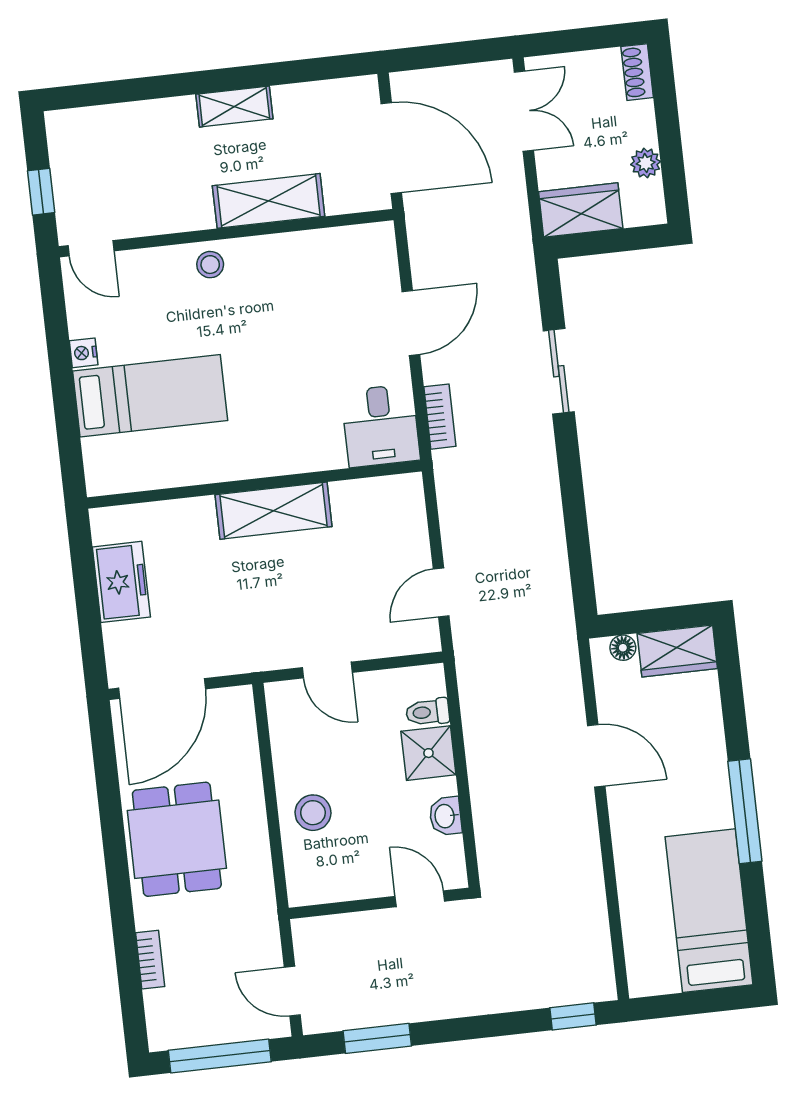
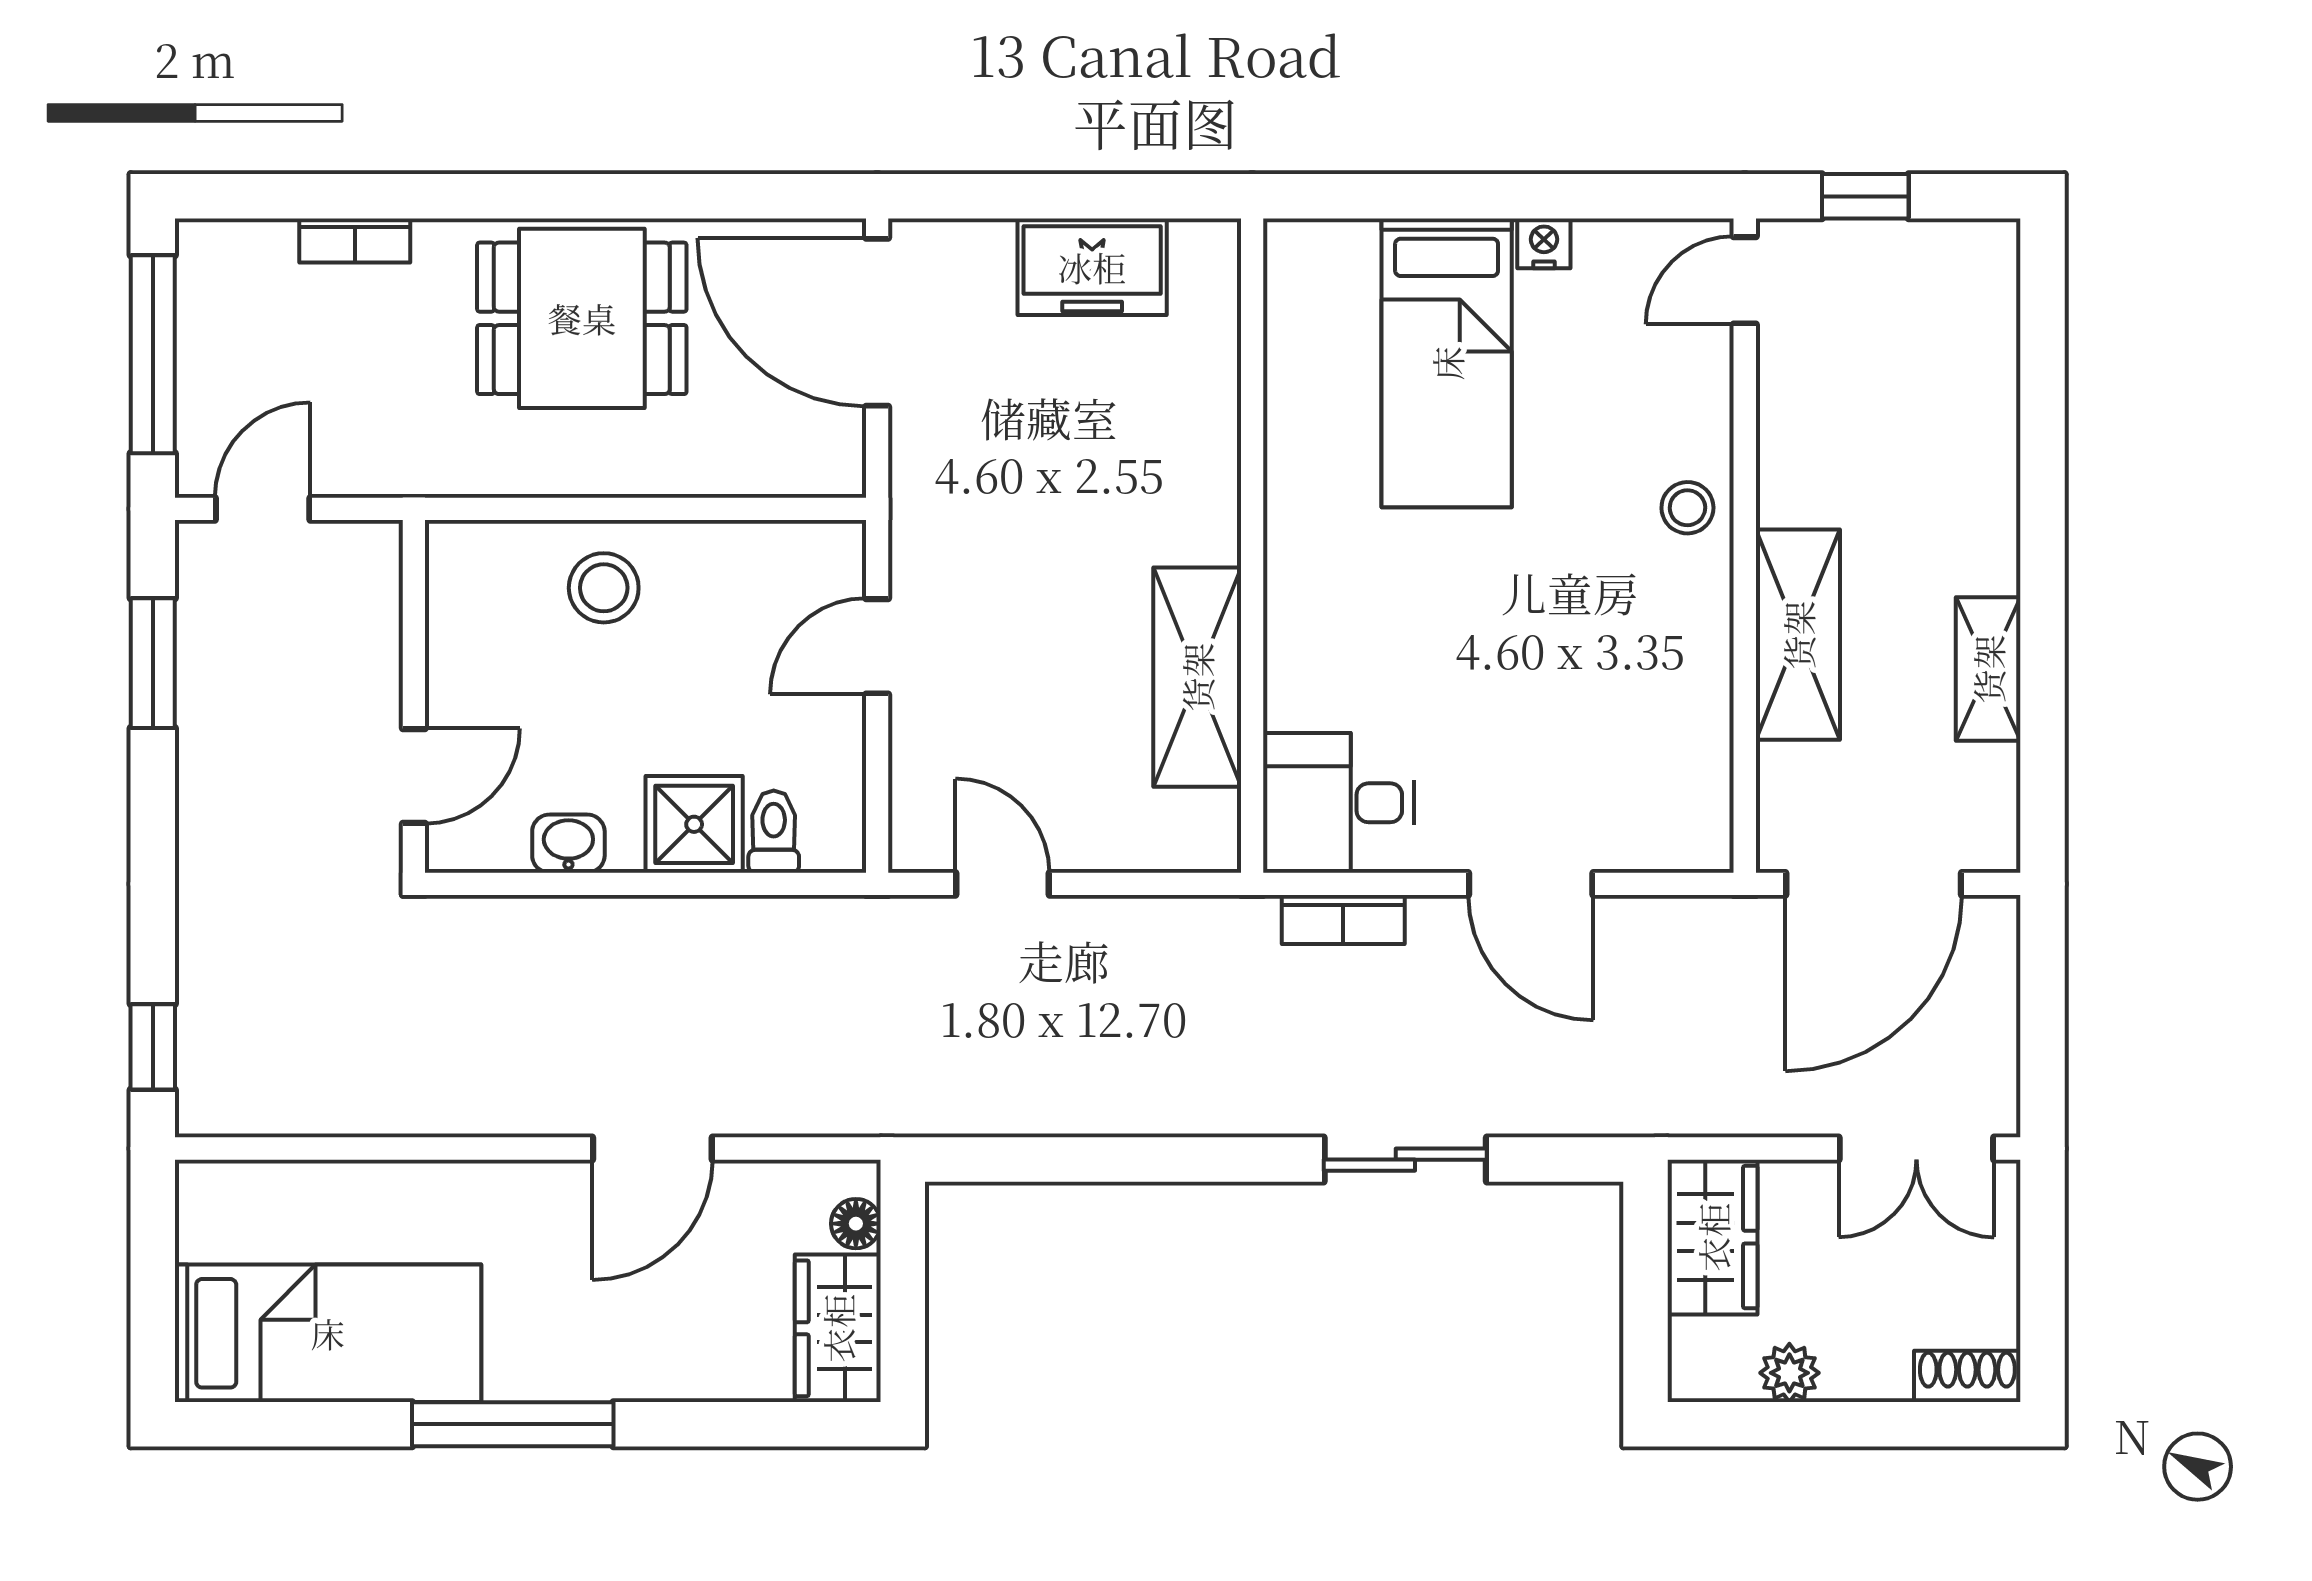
shelving: (234, 107) -> (1988, 669), moved
shelving: (273, 511) -> (1197, 677), moved

